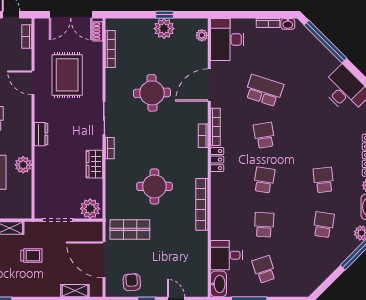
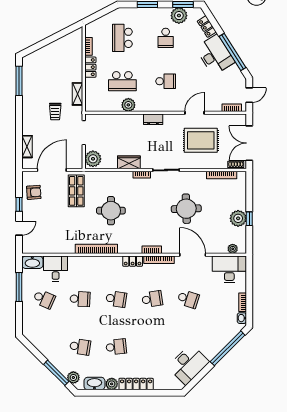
school desk: (264, 91) -> (188, 299), width x0.54
school desk: (264, 269) -> (44, 299), turned 42

